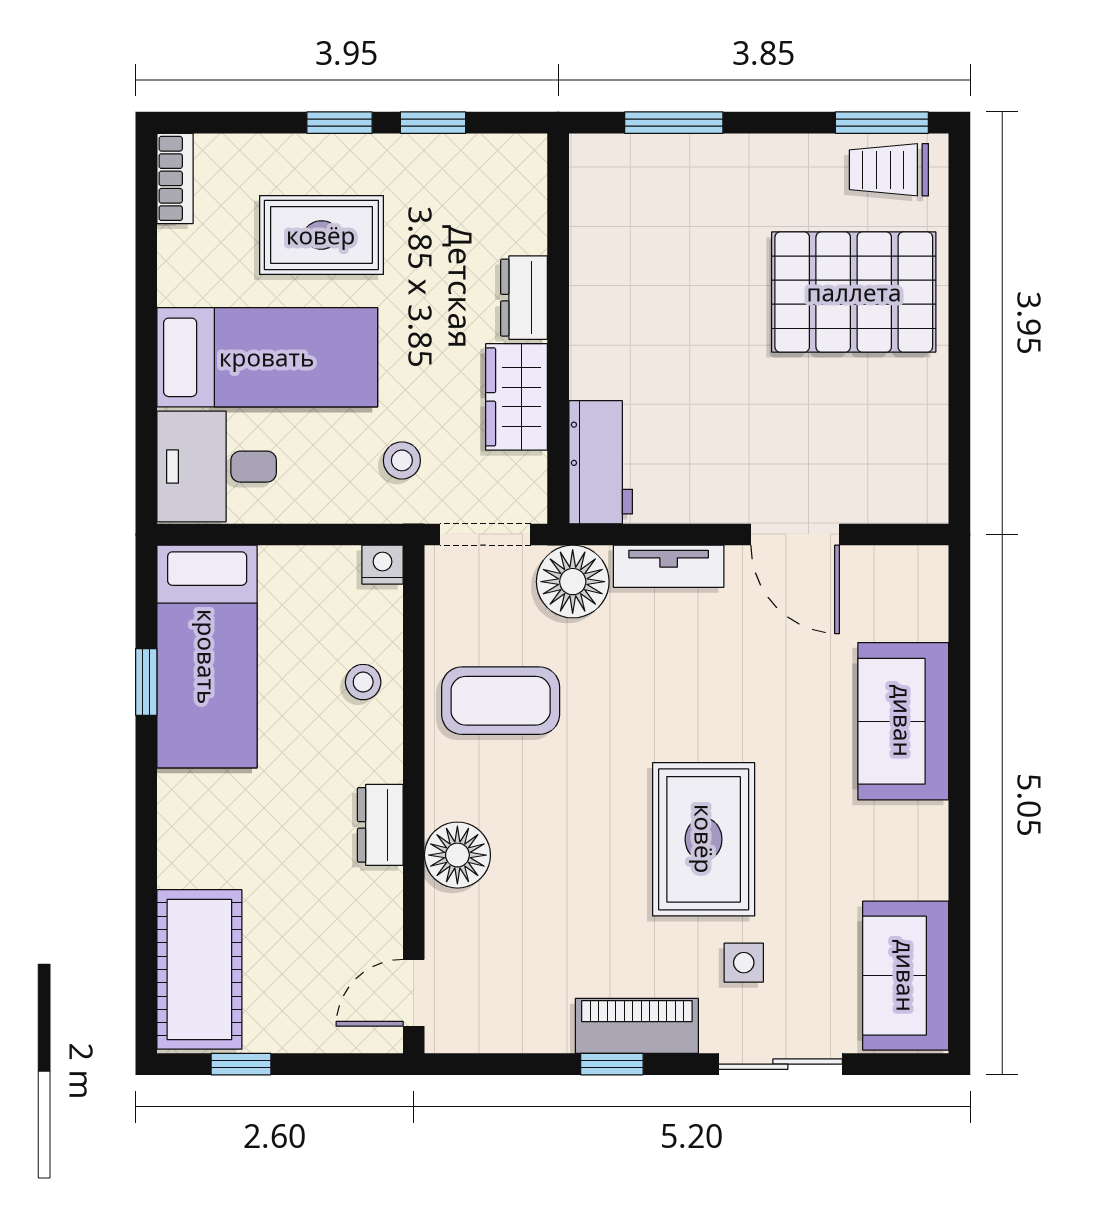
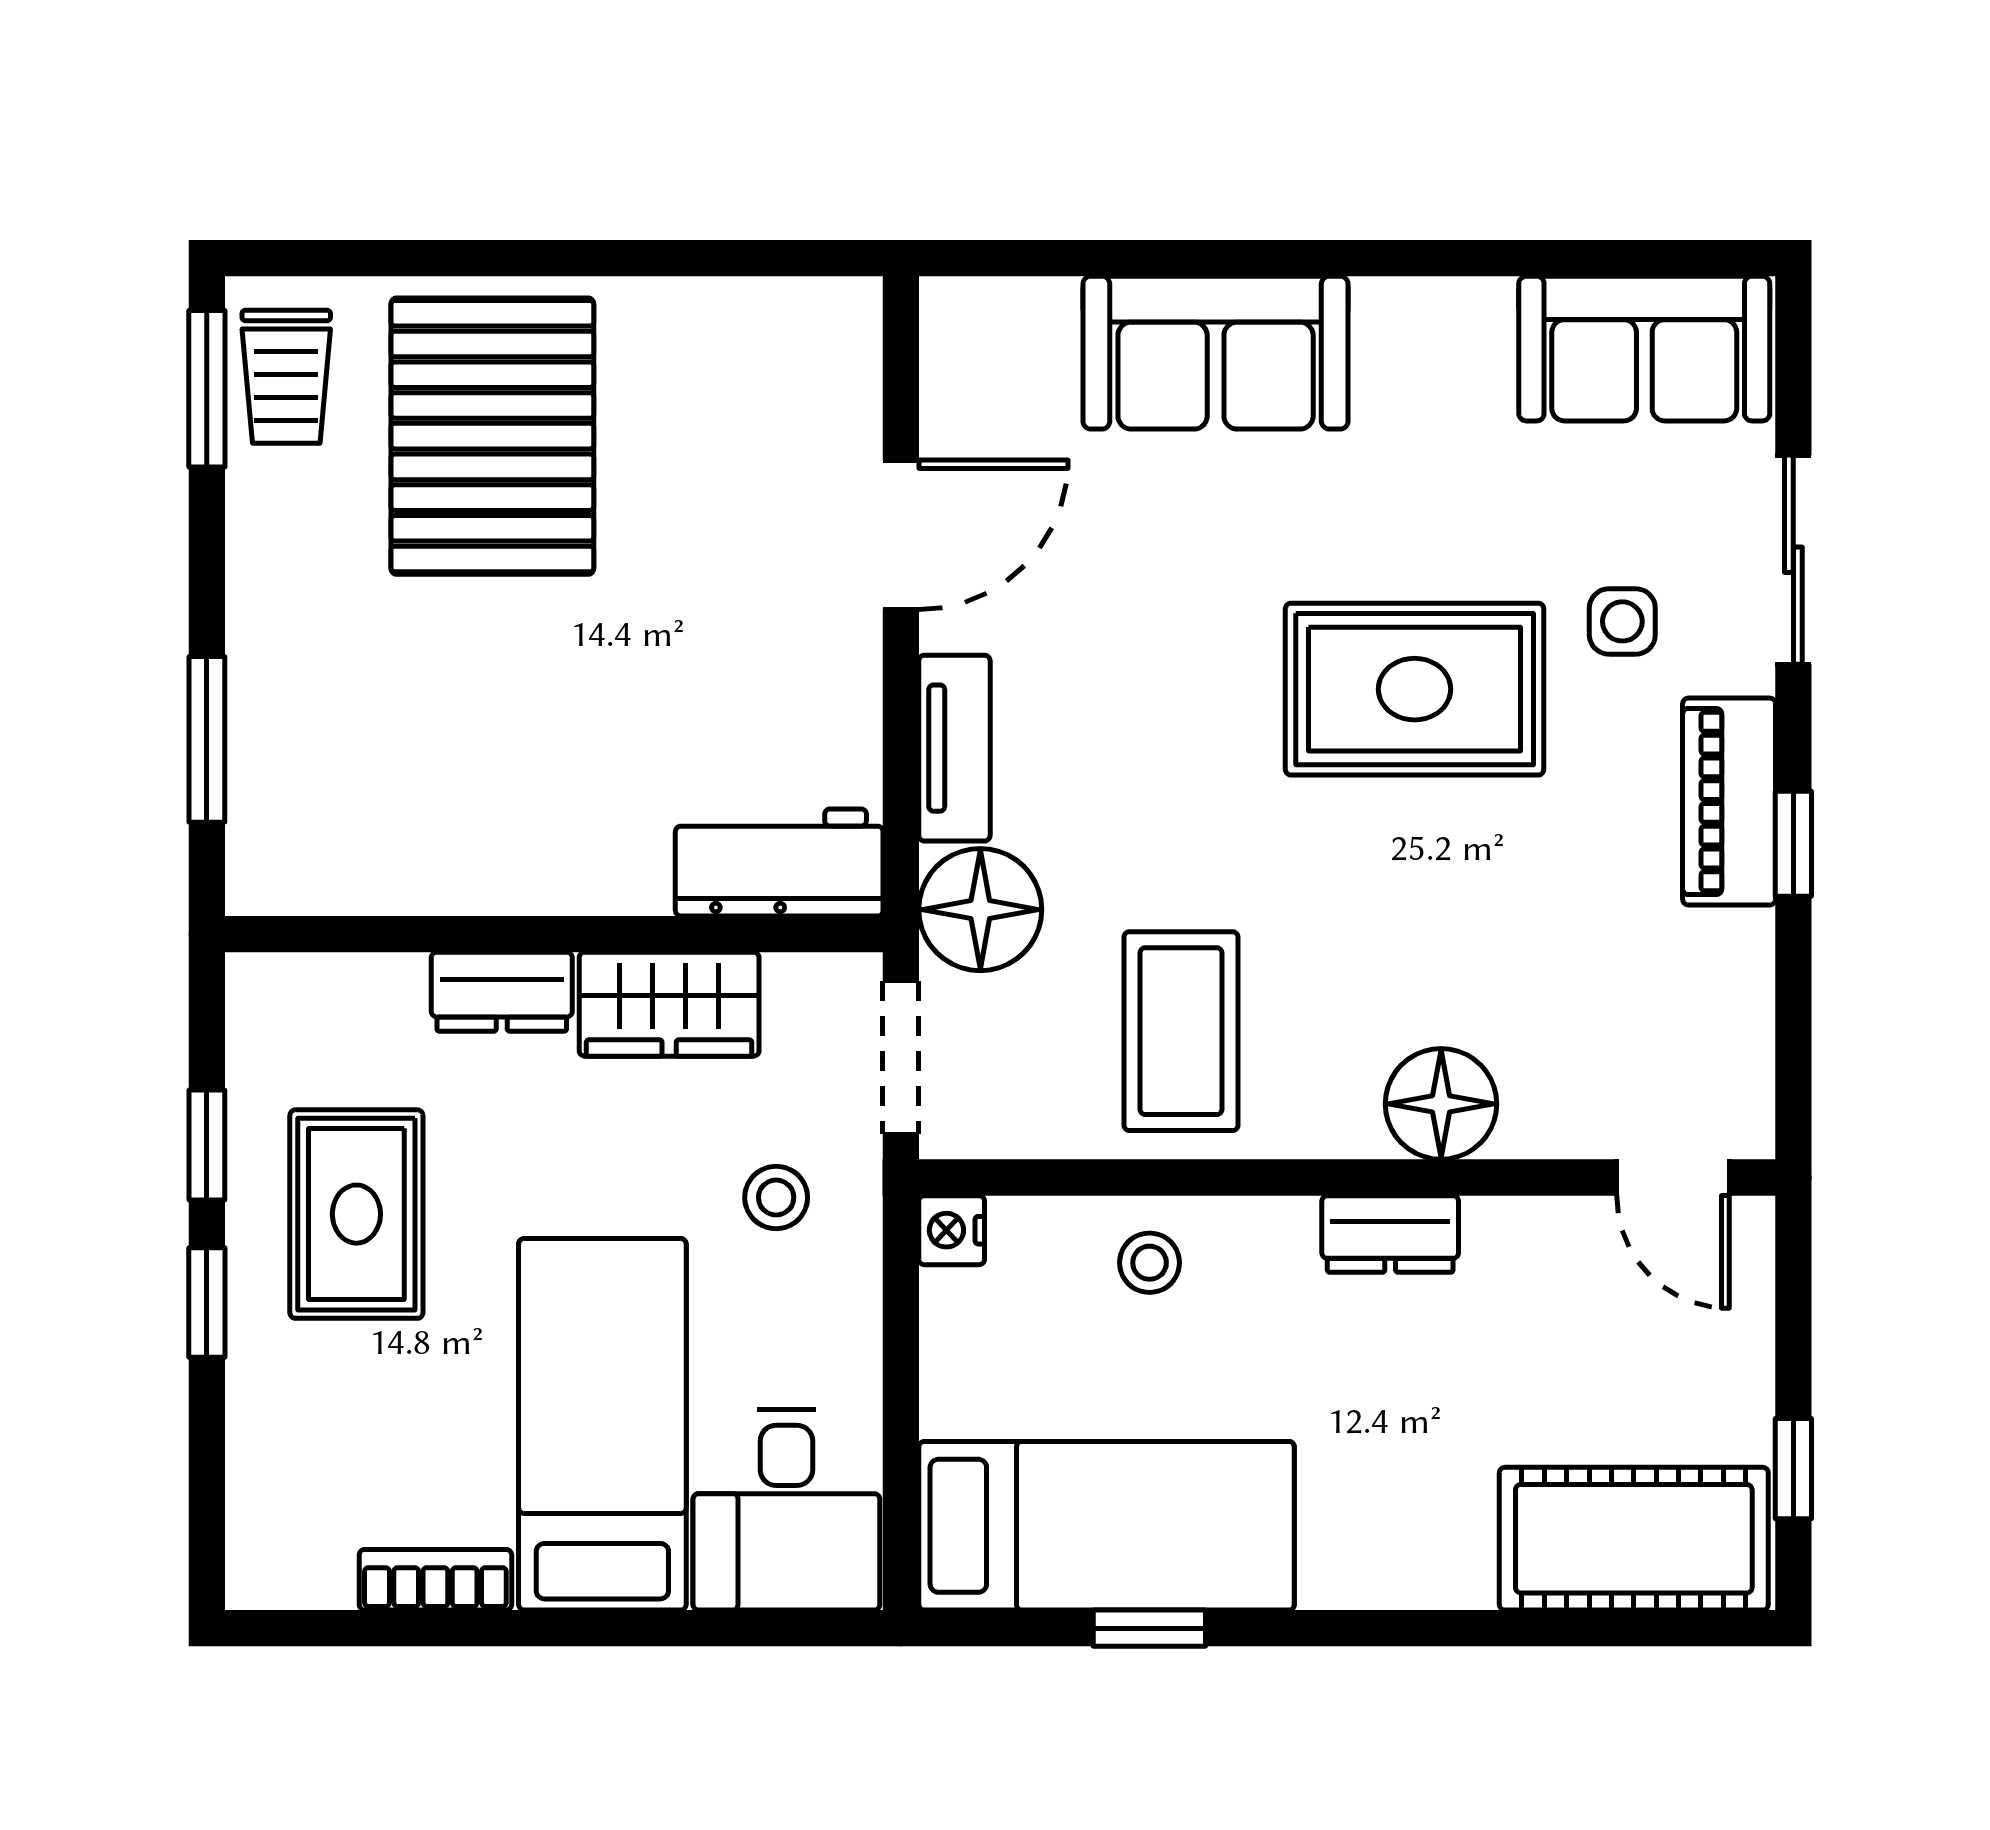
bookcase: (175, 178) -> (435, 1580), moved
rug: (321, 235) -> (356, 1214), moved

